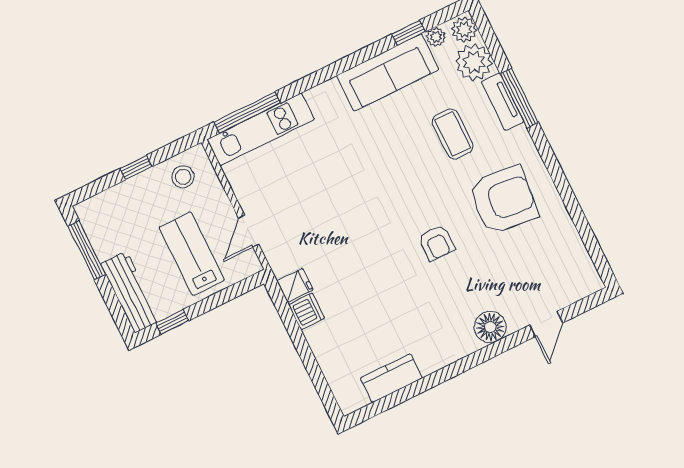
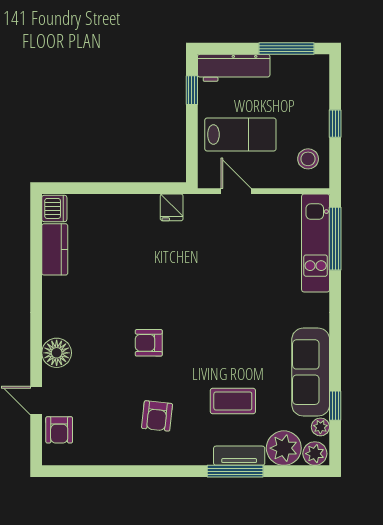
armchair: (503, 200) -> (157, 416), width x0.53, depth x0.53
armchair: (563, 288) -> (59, 430), added
dishwasher: (307, 311) -> (54, 208), moved, turned -90

